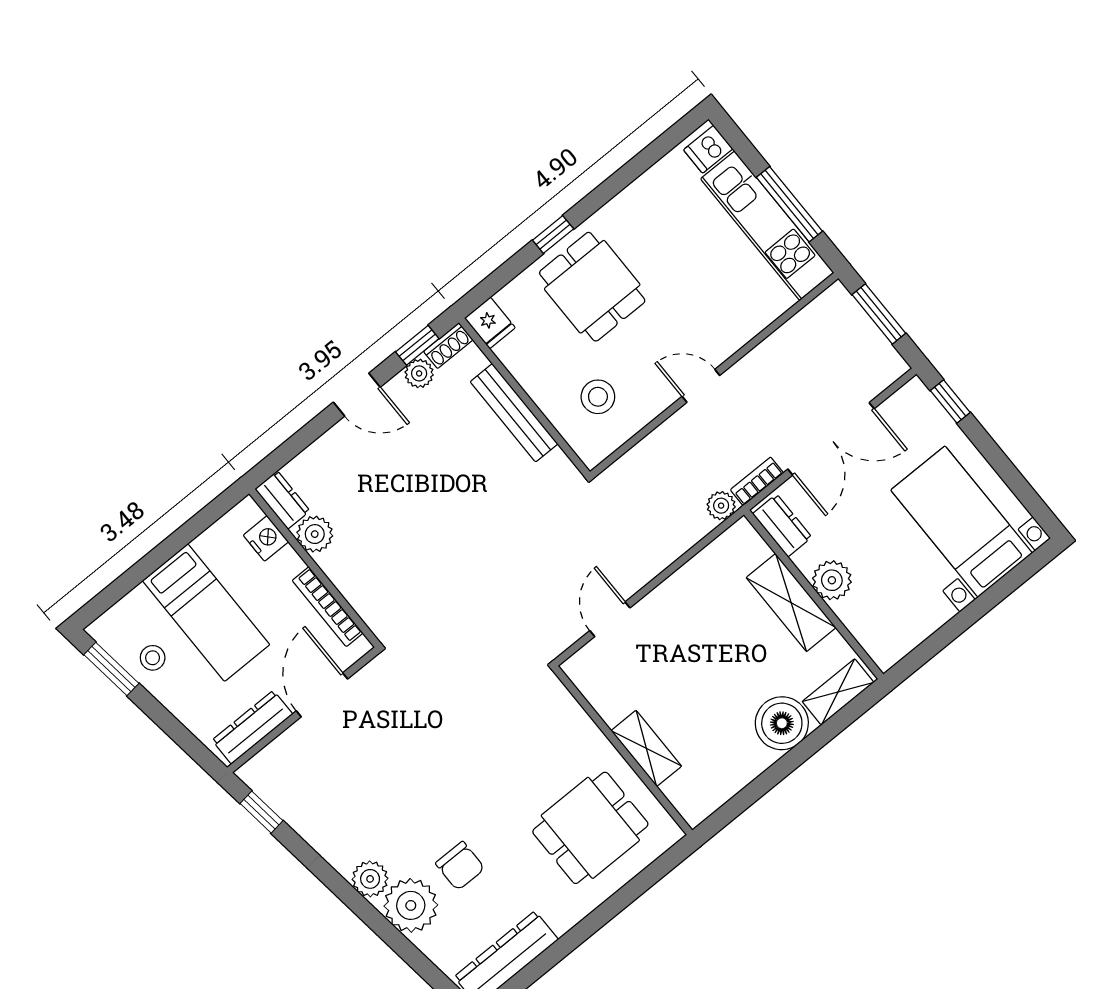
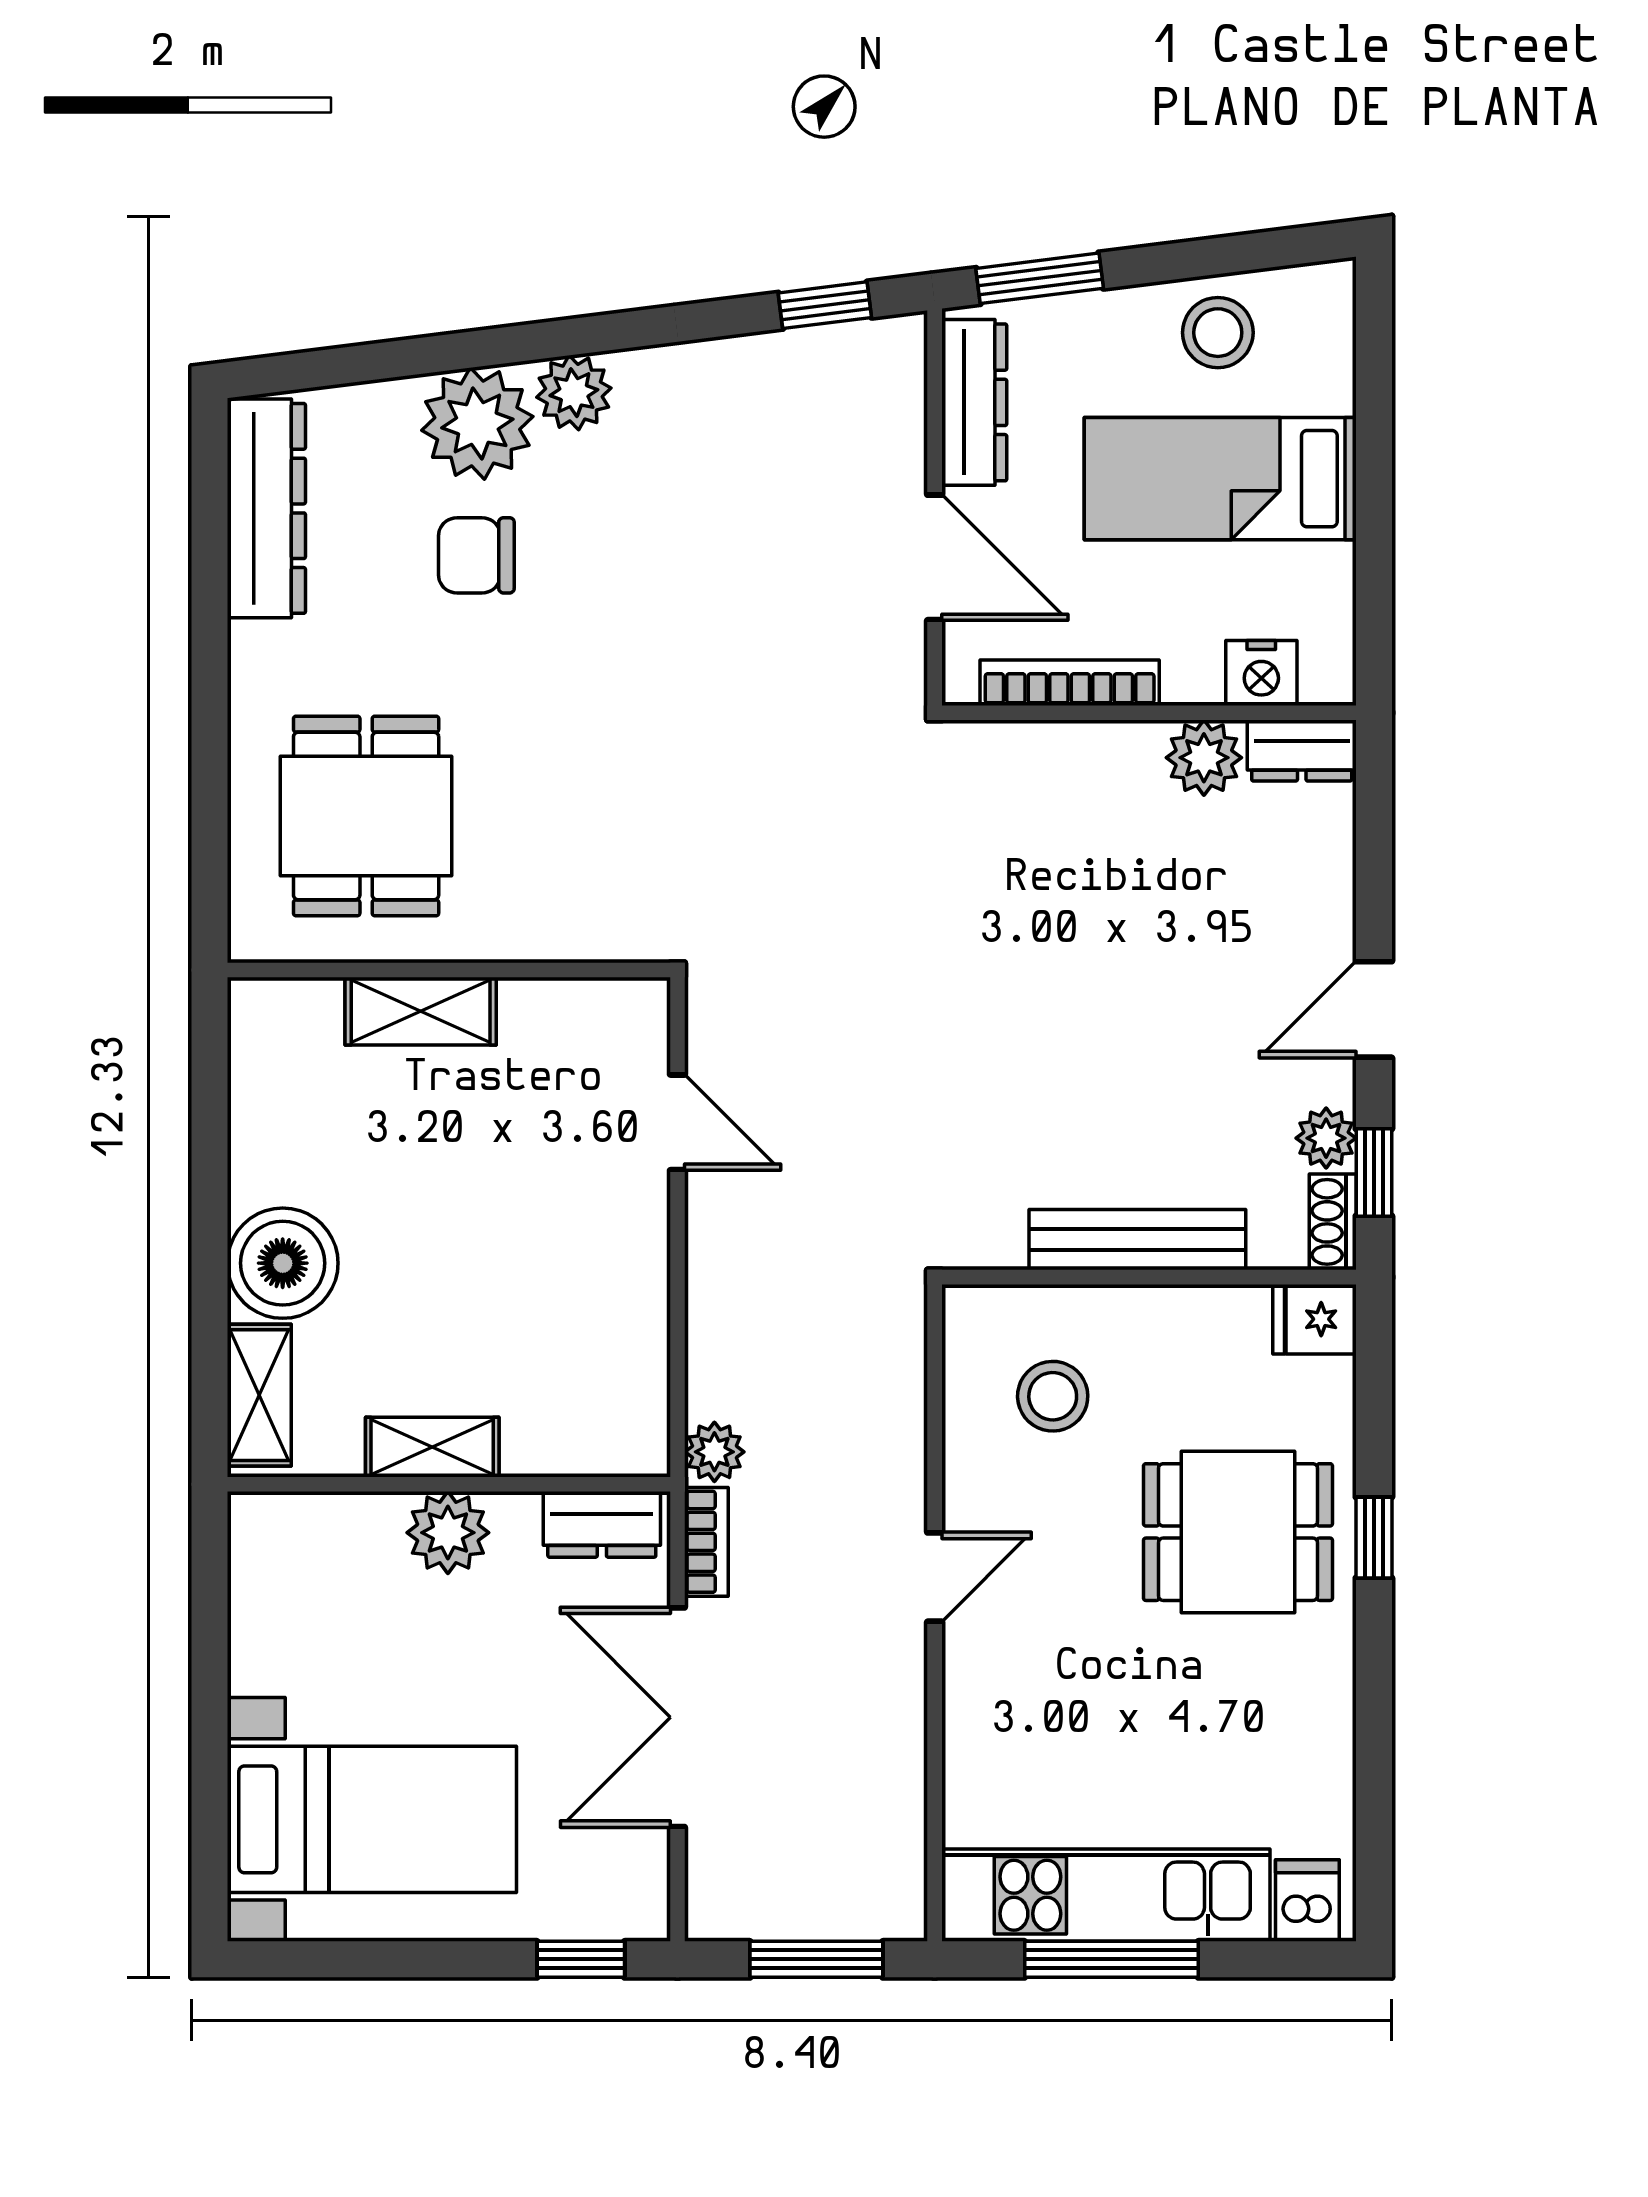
shelving: (791, 603) -> (432, 1447), width x0.67, depth x0.75
stool: (153, 658) -> (1218, 333), width x1.37, depth x1.37
window: (111, 669) -> (1040, 278), moved

